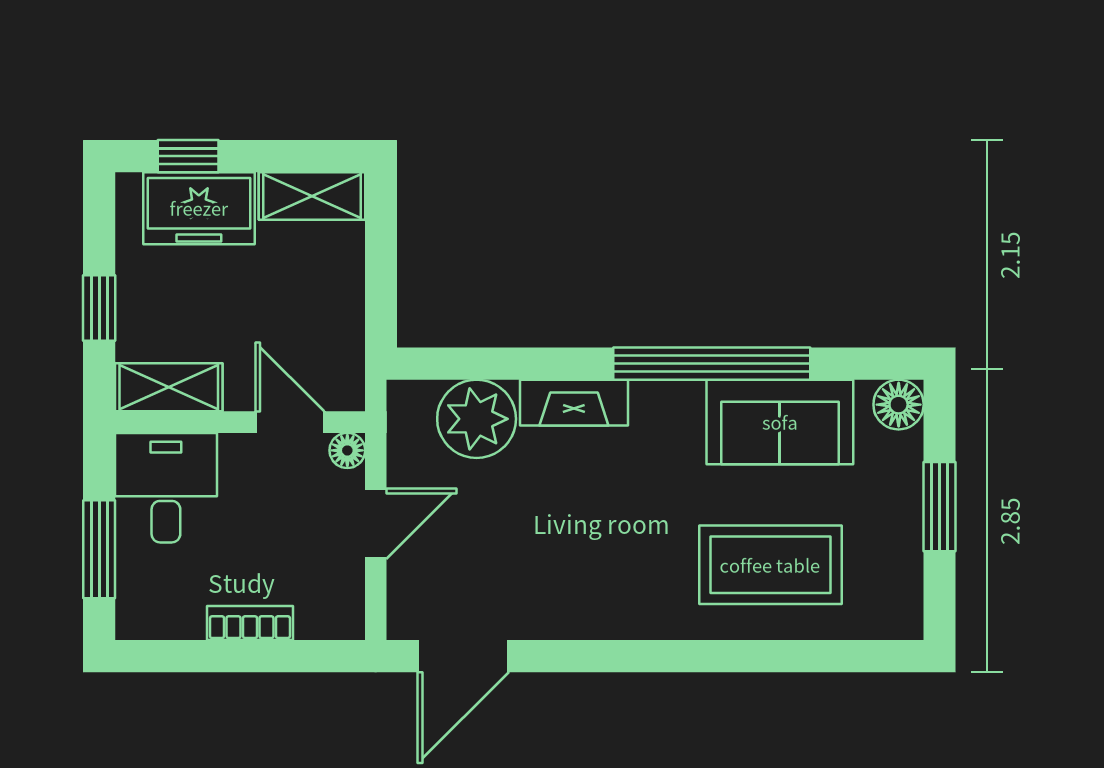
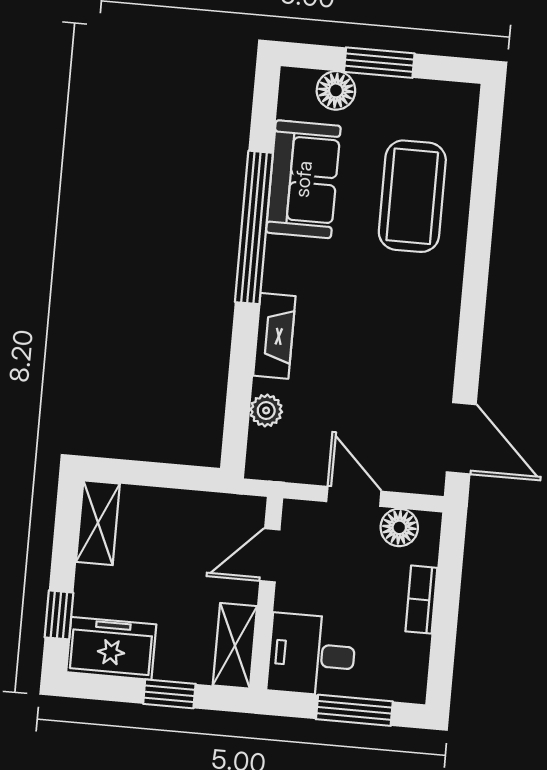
freezer: (199, 208) -> (111, 648), moved, turned -90
floor lamp: (899, 405) -> (336, 90), moved
plant: (477, 419) -> (266, 411), width x0.53, depth x0.53
floor lamp: (347, 450) -> (399, 527), moved, width x1.37, depth x1.37

